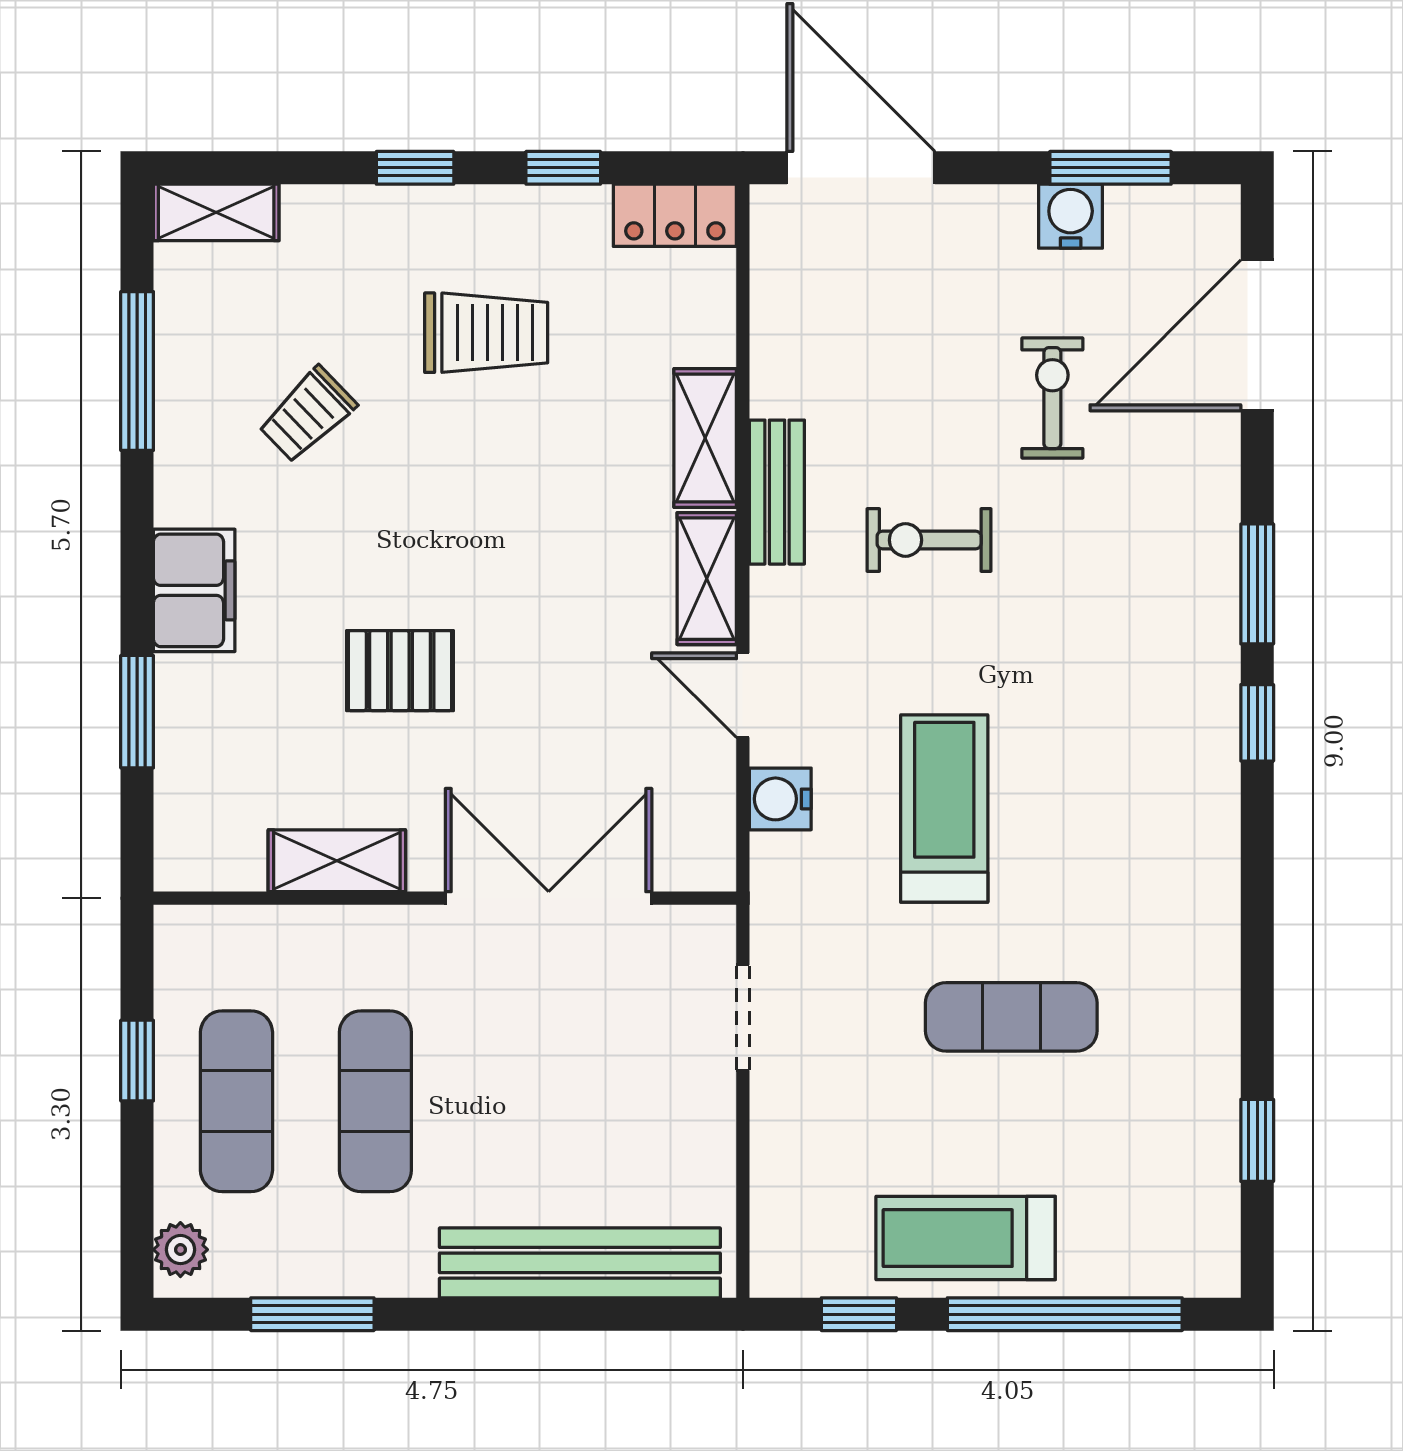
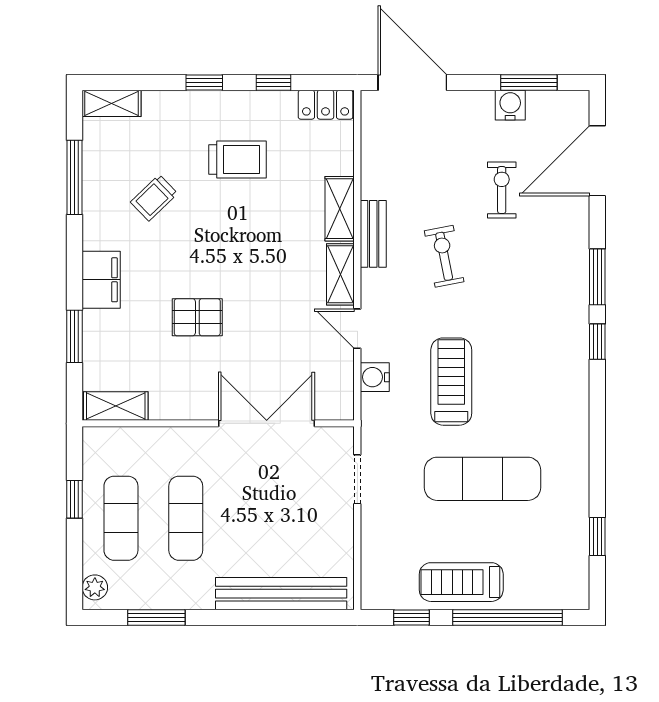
exercise bike: (929, 540) -> (444, 256), turned 79
shelving: (337, 861) -> (116, 406), moved
exercise mat: (1011, 1017) -> (483, 479), width x1.36, depth x1.45

